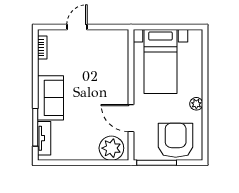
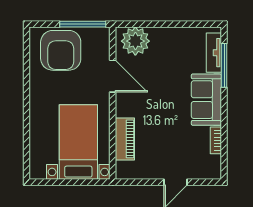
bookcase: (42, 48) -> (216, 140), moved
piano: (121, 64) -> (125, 139), added
plant: (196, 104) -> (37, 93), removed

